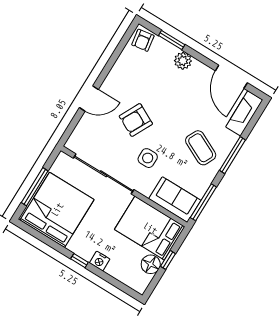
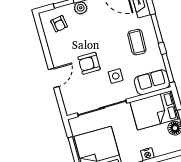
armchair: (143, 40) -> (59, 24), moved
armchair: (136, 120) -> (89, 63), turned 63
coffee table: (201, 148) -> (137, 42), turned 66

